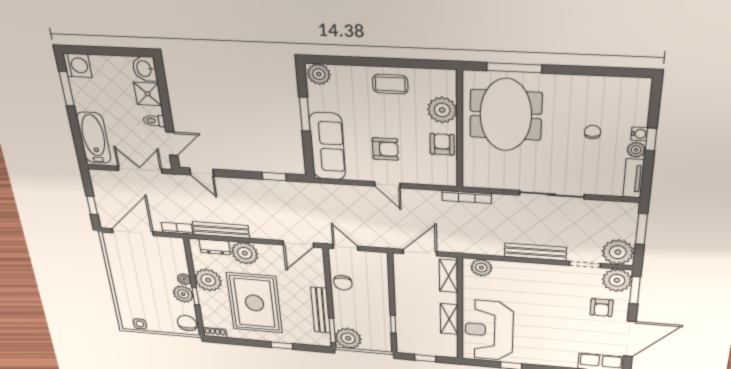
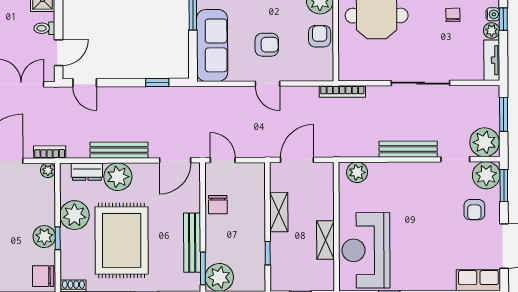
bench: (221, 230) -> (119, 150), moved
shelving: (449, 276) -> (279, 212), moved
plant: (184, 279) -> (48, 170), moved
chair: (187, 323) -> (43, 276), turned -90

